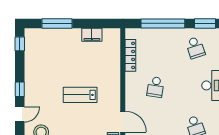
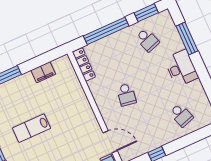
locker: (130, 55) -> (84, 65), moved
lab bench: (80, 95) -> (31, 128), moved

